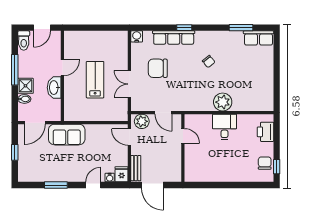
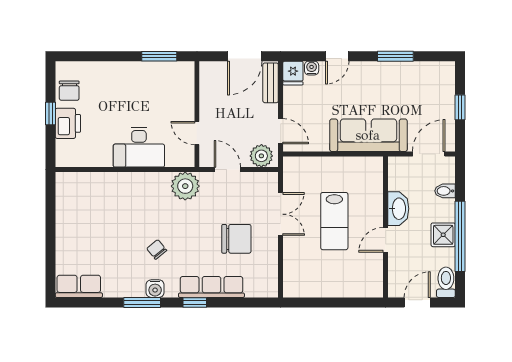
window: (241, 28) -> (142, 302), moved
water cooler: (137, 36) -> (155, 289), moved
window: (15, 70) -> (460, 236), width x1.46
shower: (25, 86) -> (443, 235), moved
plant: (223, 102) -> (185, 186), moved
desk: (224, 127) -> (139, 147), width x1.37
printer: (265, 132) -> (68, 123), moved
sofa: (67, 135) -> (368, 135), width x1.36
window: (277, 167) -> (50, 114), moved
door: (152, 185) -> (245, 56), swing flipped
window: (207, 185) -> (159, 56), added

